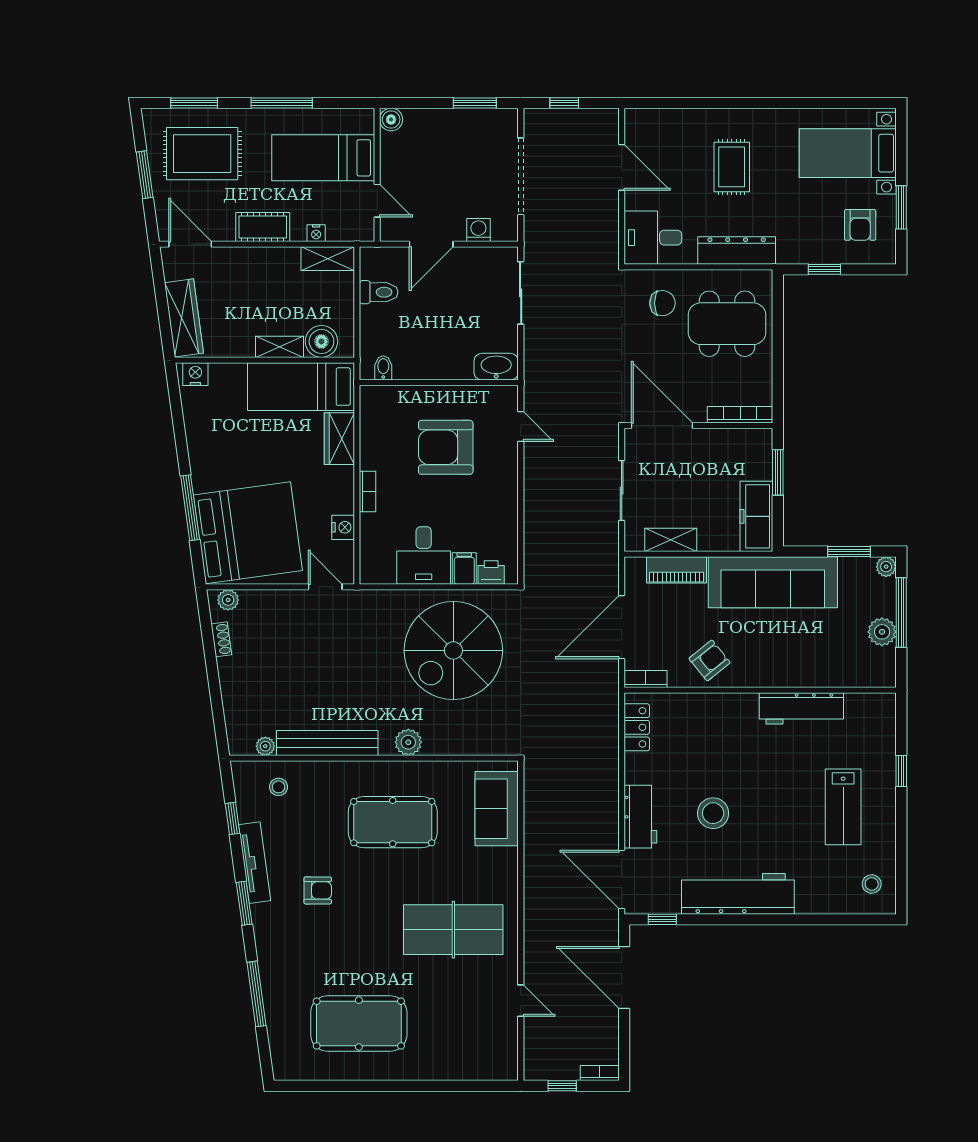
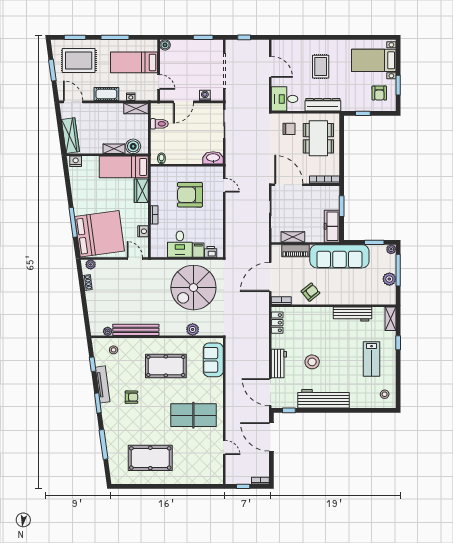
dining table: (727, 324) -> (318, 138), turned 90
shelving: (884, 719) -> (390, 319), added
plant: (408, 742) -> (193, 329), moved

